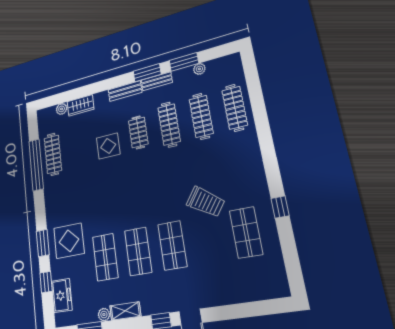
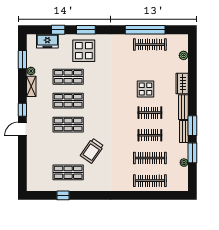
wardrobe: (80, 105) -> (182, 83), moved
clothes rail: (169, 125) -> (150, 135), width x0.73
window: (280, 207) -> (63, 195), moved

